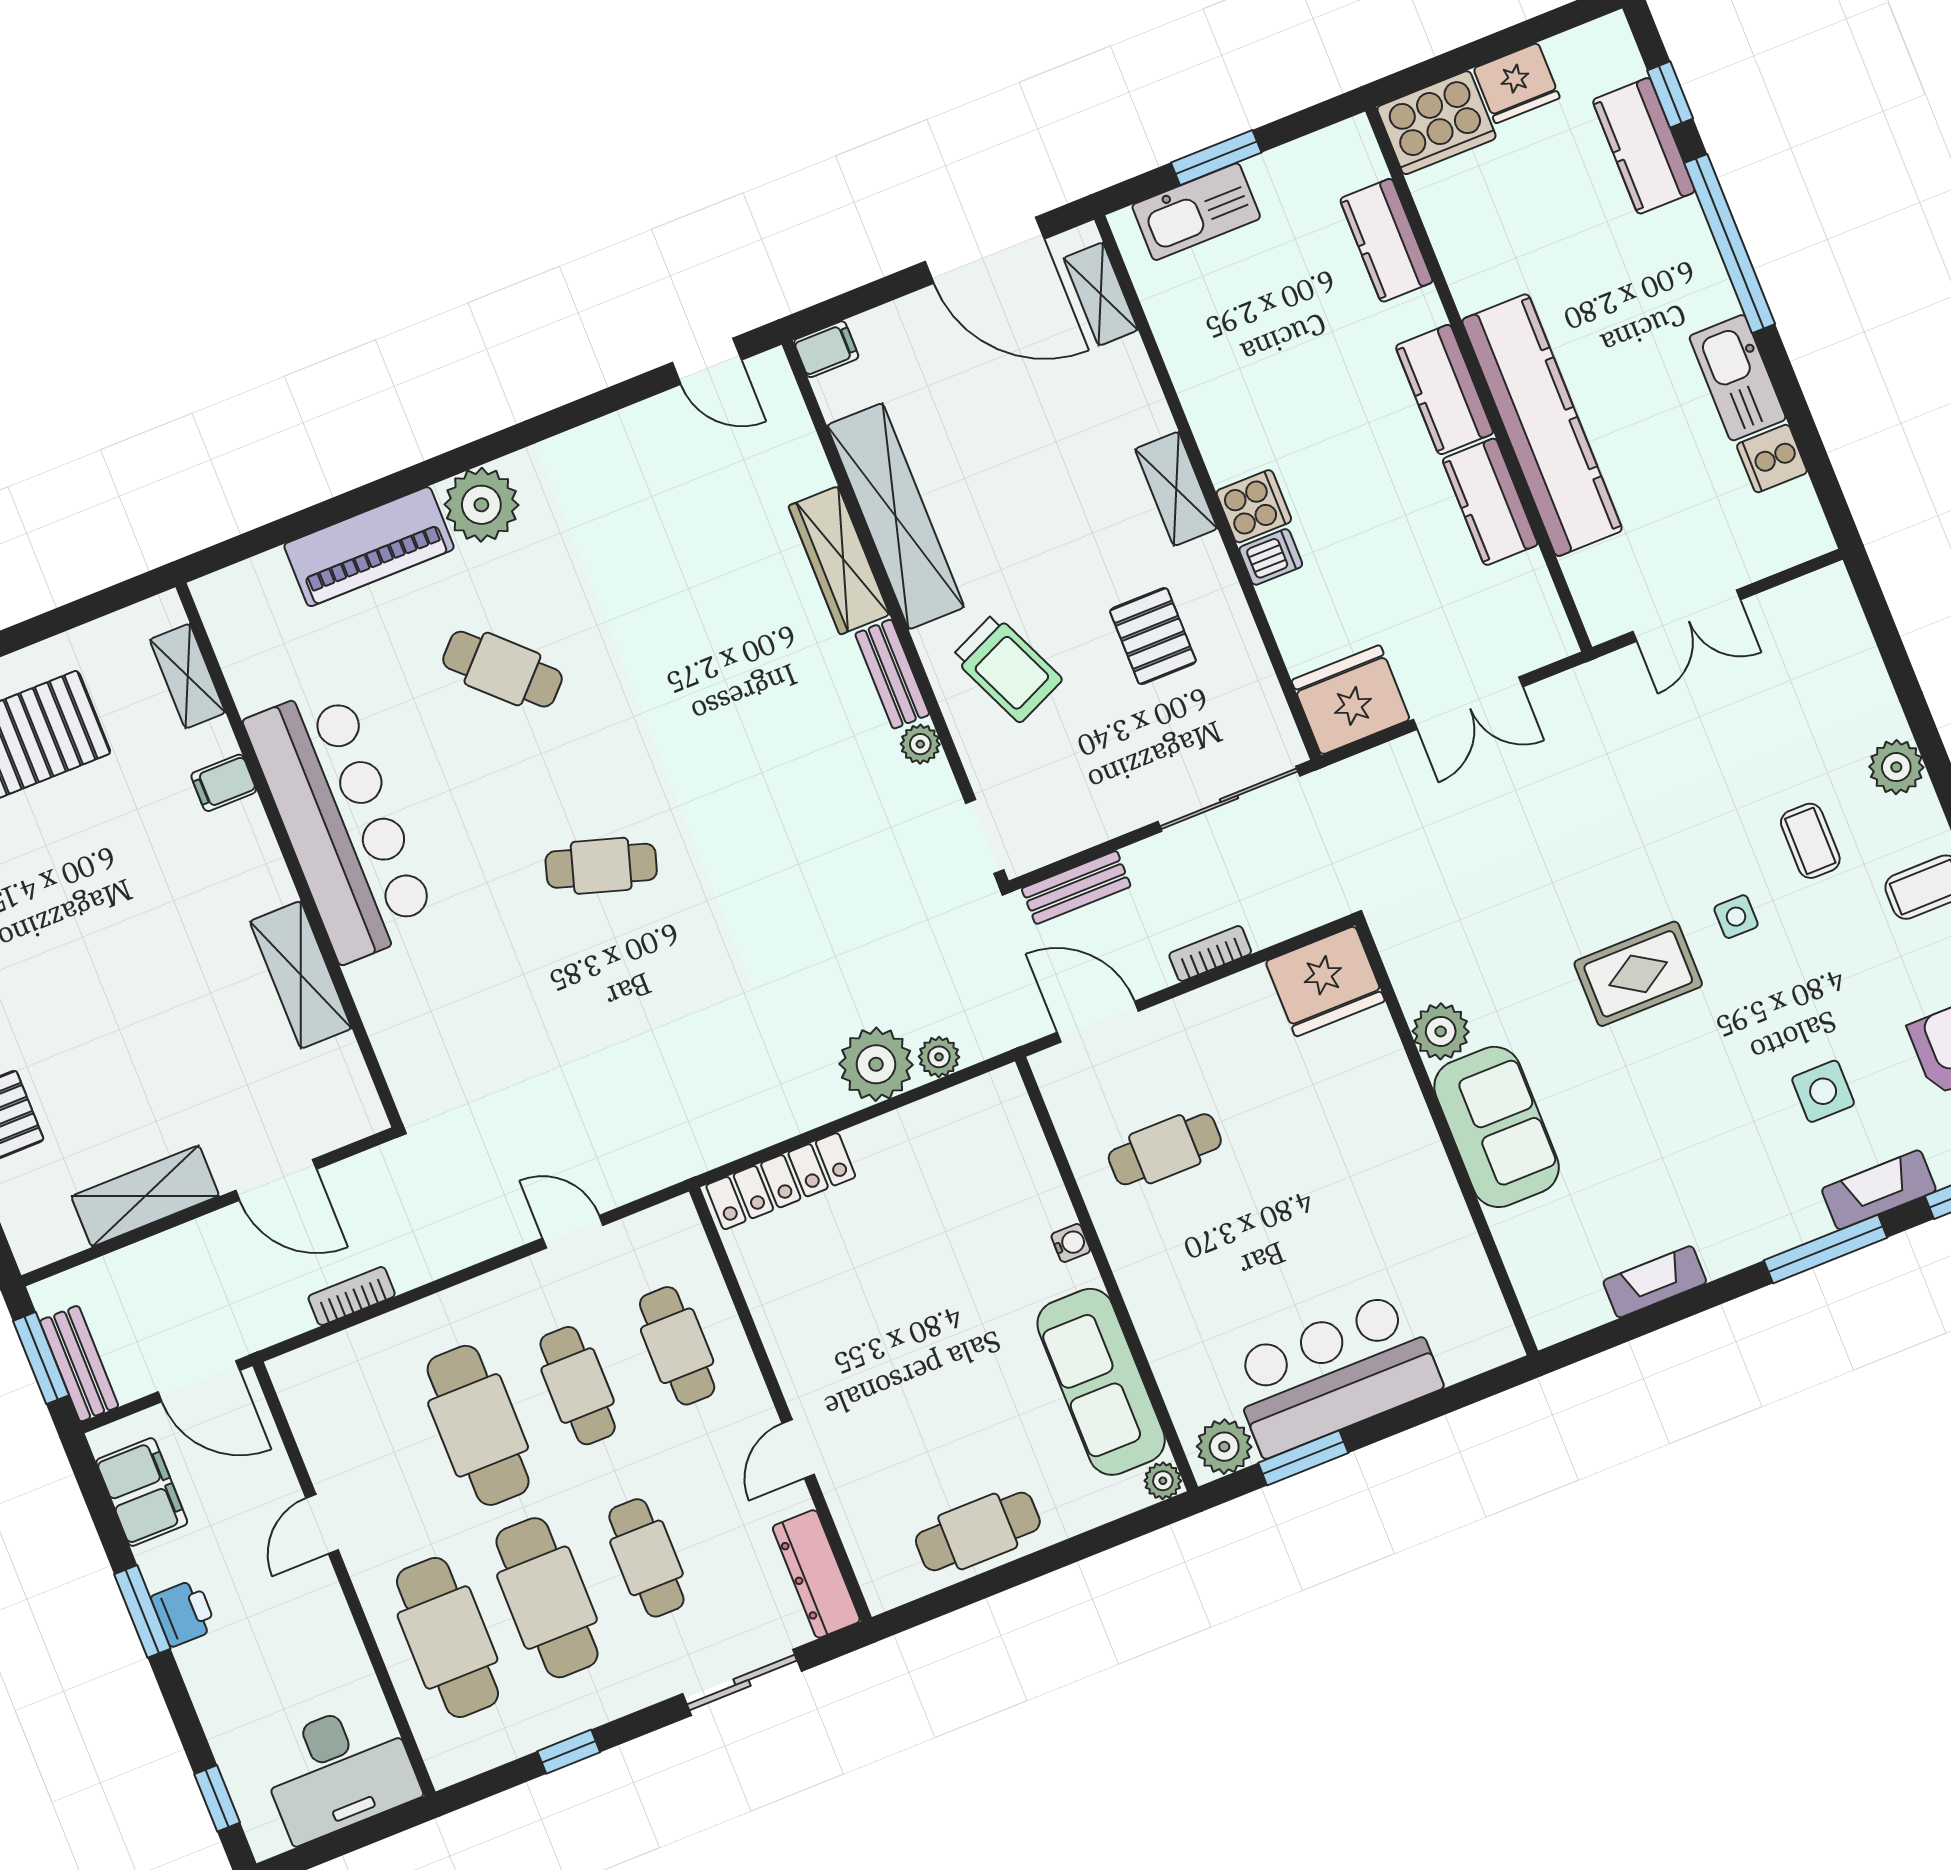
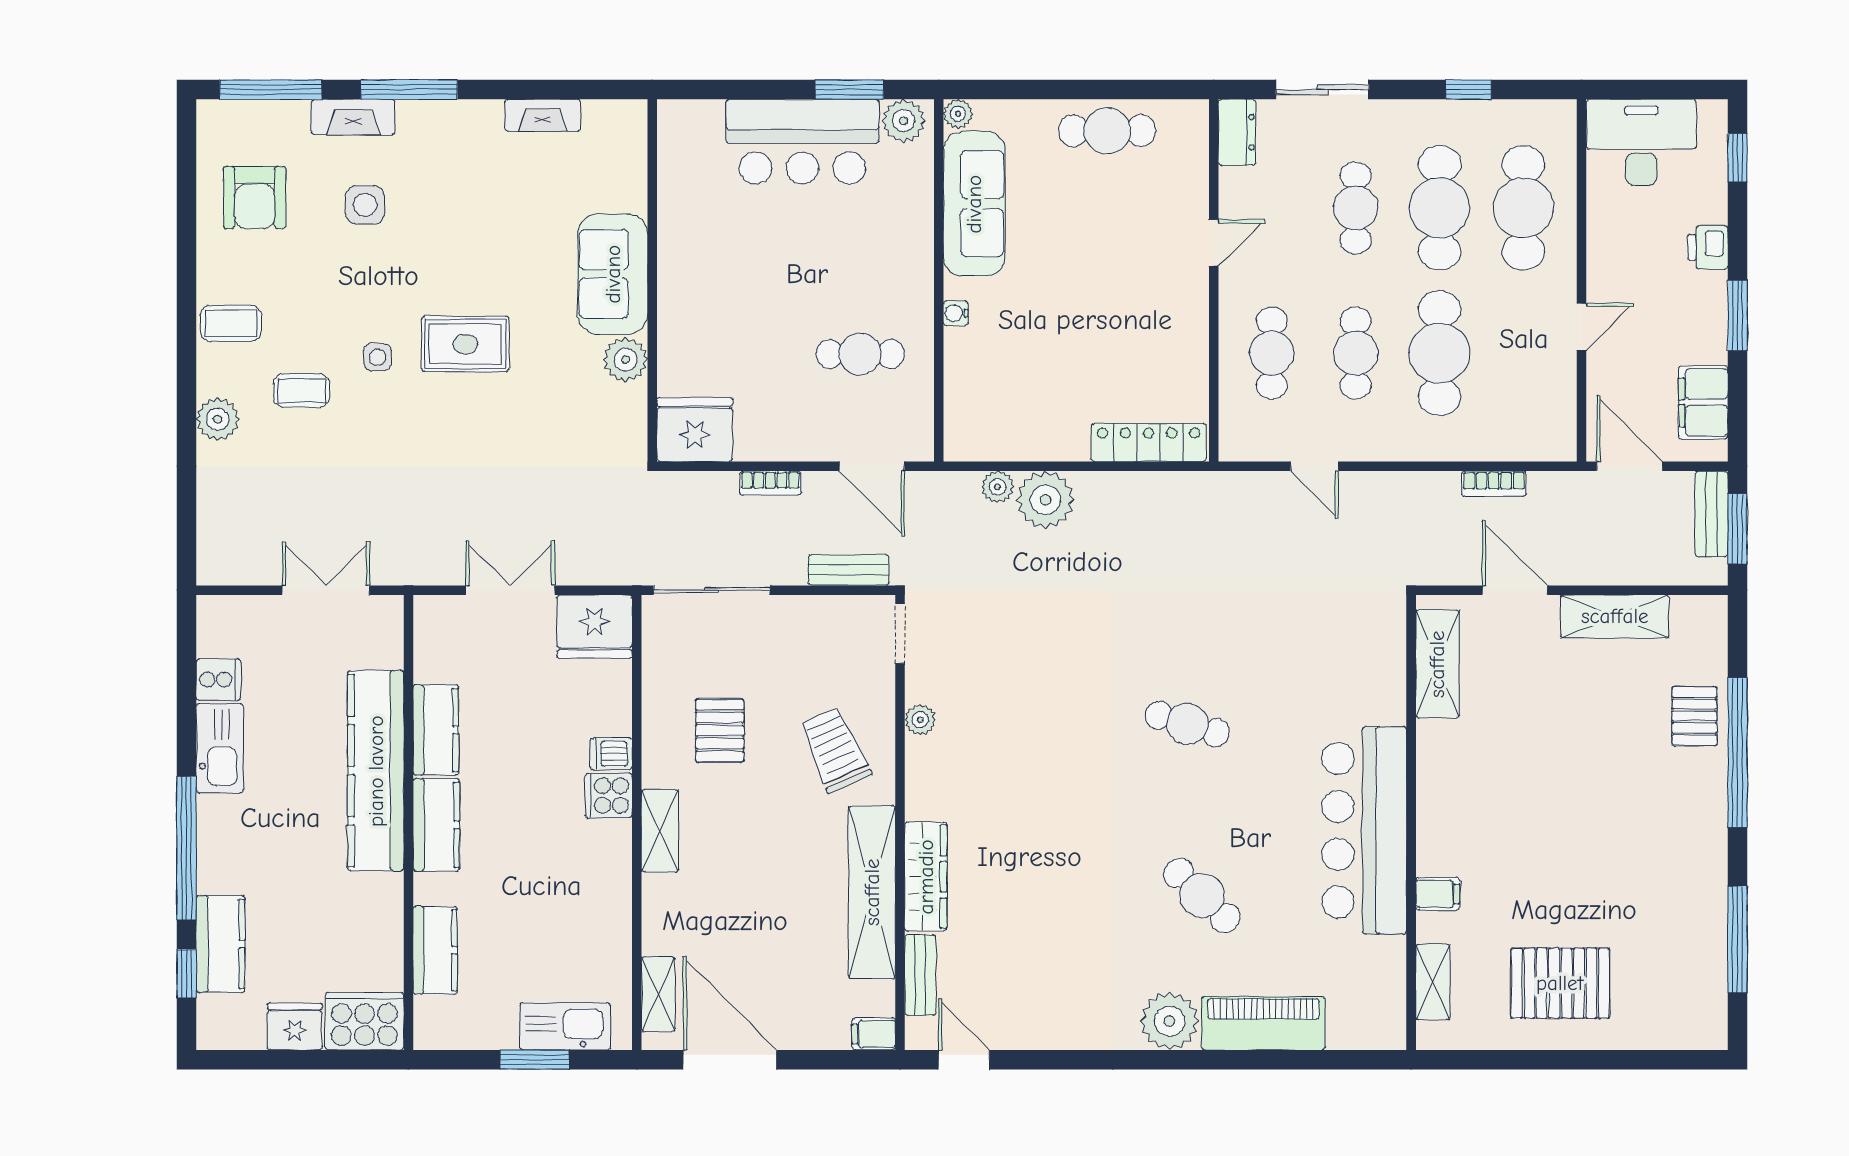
bench: (892, 674) -> (920, 975), moved
coffee table: (1810, 841) -> (302, 391), turned 90
shelving: (301, 975) -> (1437, 664), moved
dresser: (816, 1574) -> (1237, 132), width x0.70
printer: (184, 1613) -> (1708, 247), moved

